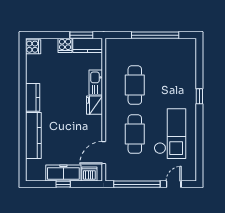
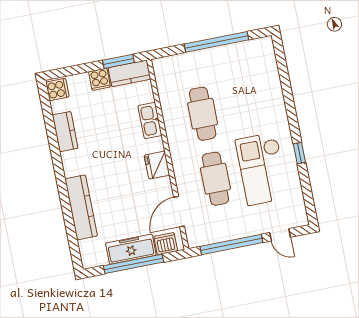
window: (199, 96) -> (299, 153), moved
kitchen counter: (33, 97) -> (65, 132), moved
fridge: (94, 105) -> (157, 165), moved
checkout: (170, 134) -> (262, 169), turned 180
window: (63, 184) -> (133, 264), width x3.17
door: (174, 184) -> (280, 235), swing flipped

